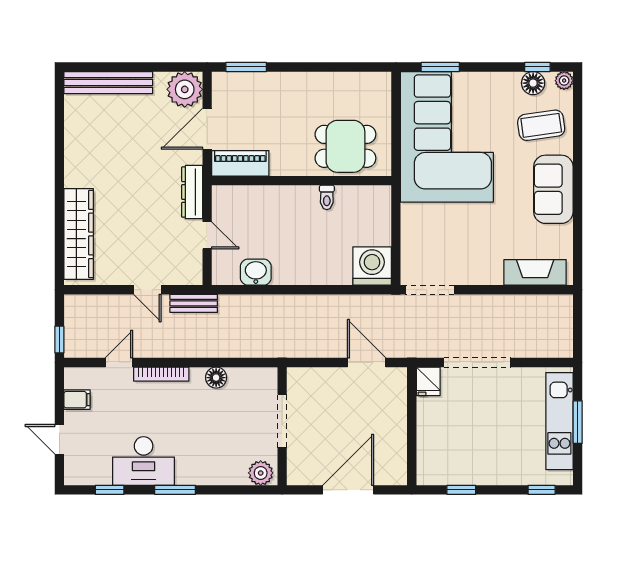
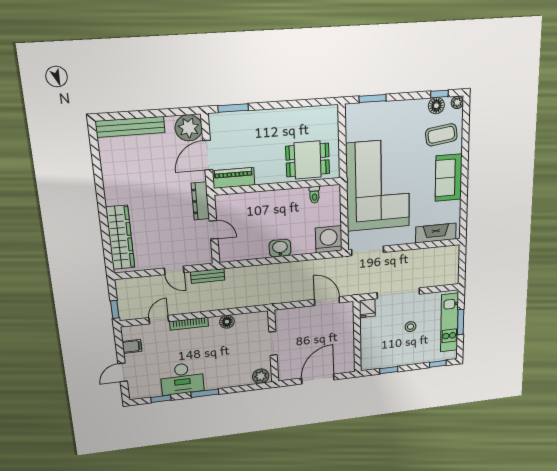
corner sofa: (447, 137) -> (378, 185), moved
toilet: (327, 197) -> (314, 195), moved
washbasin: (256, 272) -> (280, 248), moved
stool: (496, 420) -> (411, 327), added
doorway: (282, 421) -> (273, 343), width x0.73
door: (59, 439) -> (123, 372), hinge flipped

